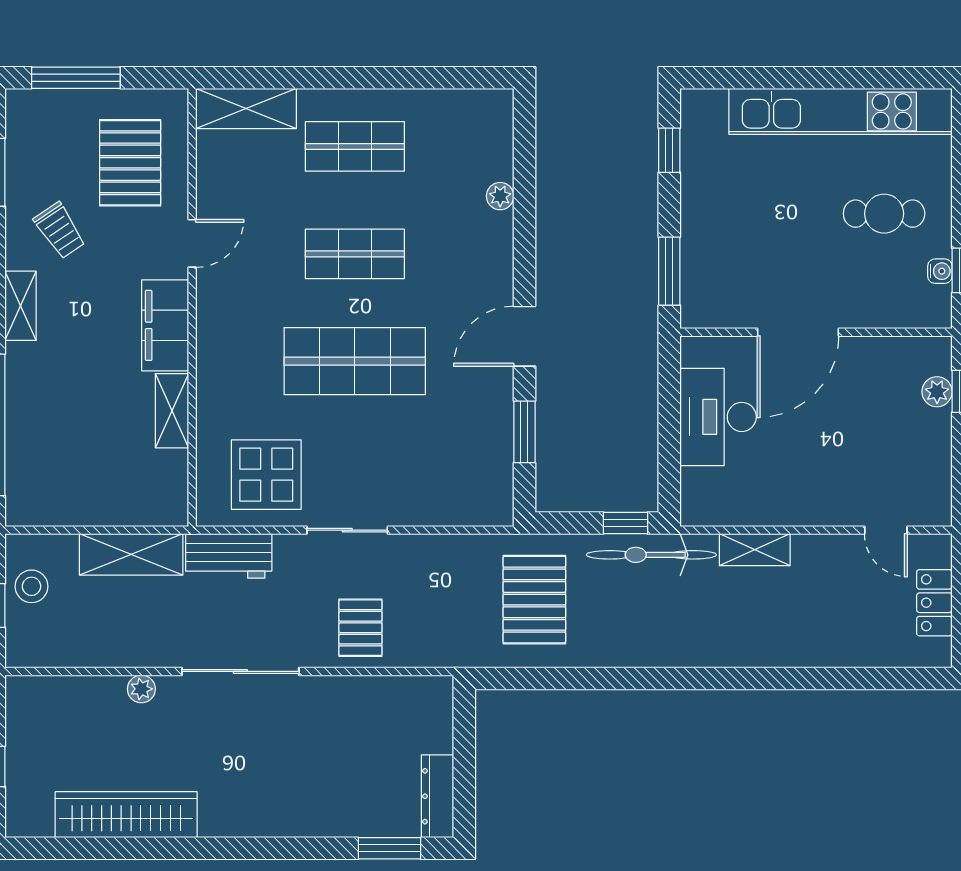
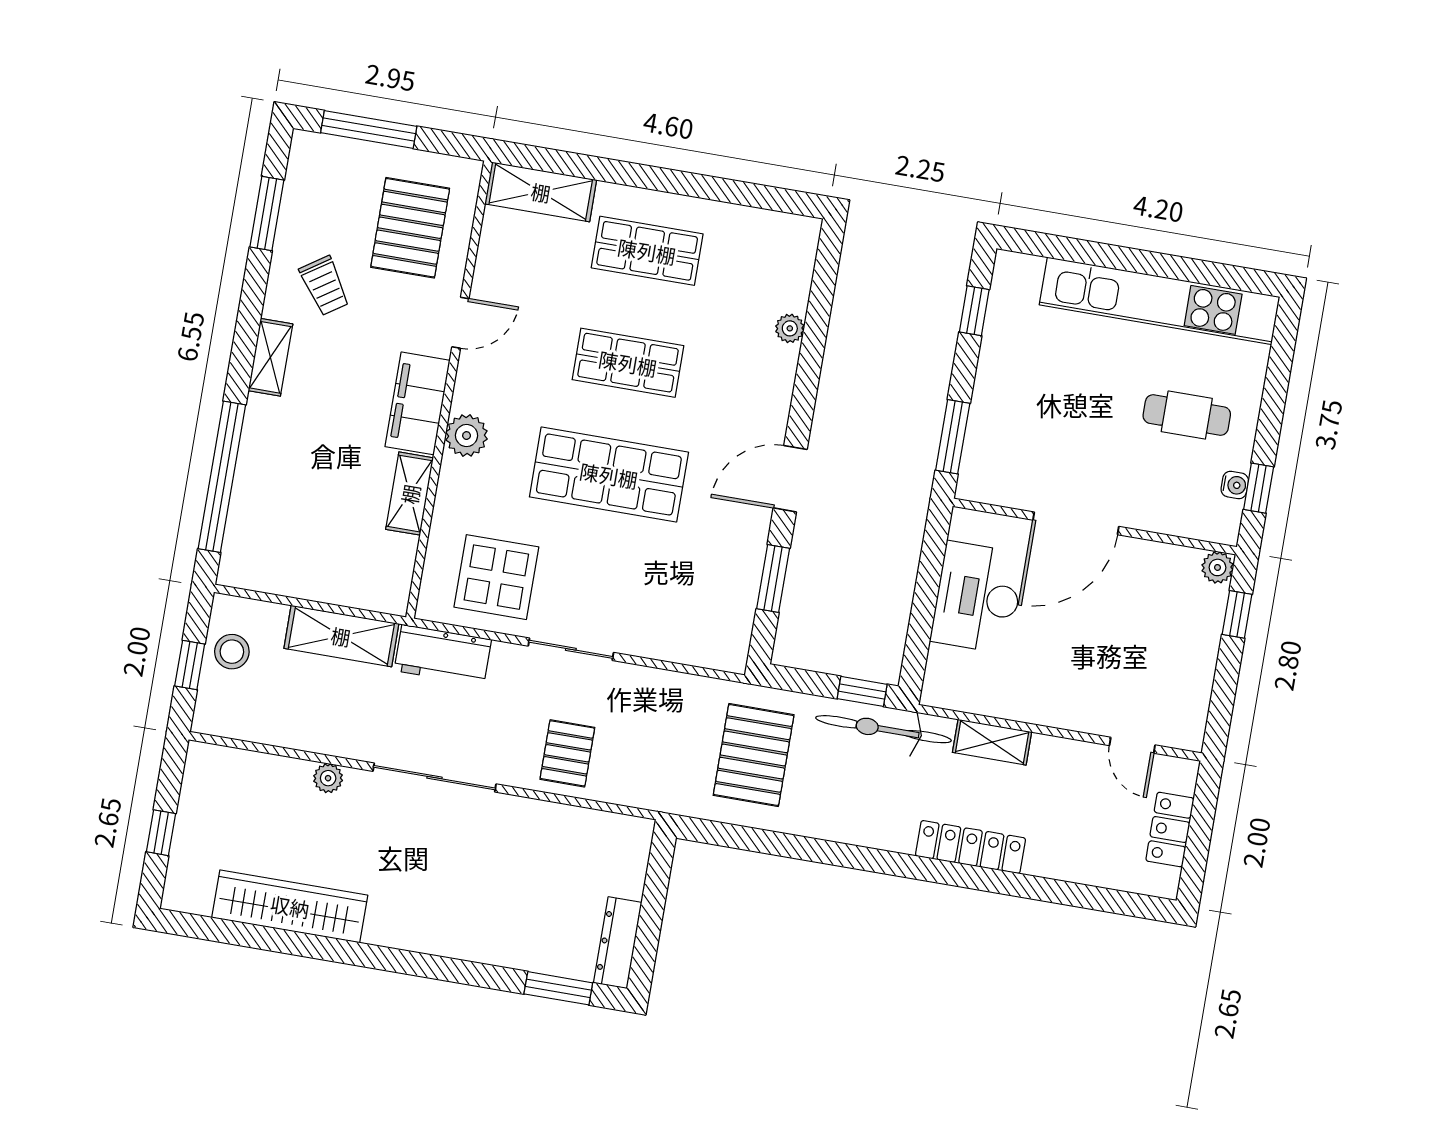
plant: (216, 347) -> (467, 436), added
plant: (937, 392) -> (1218, 567), moved
locker: (751, 651) -> (970, 847), added

